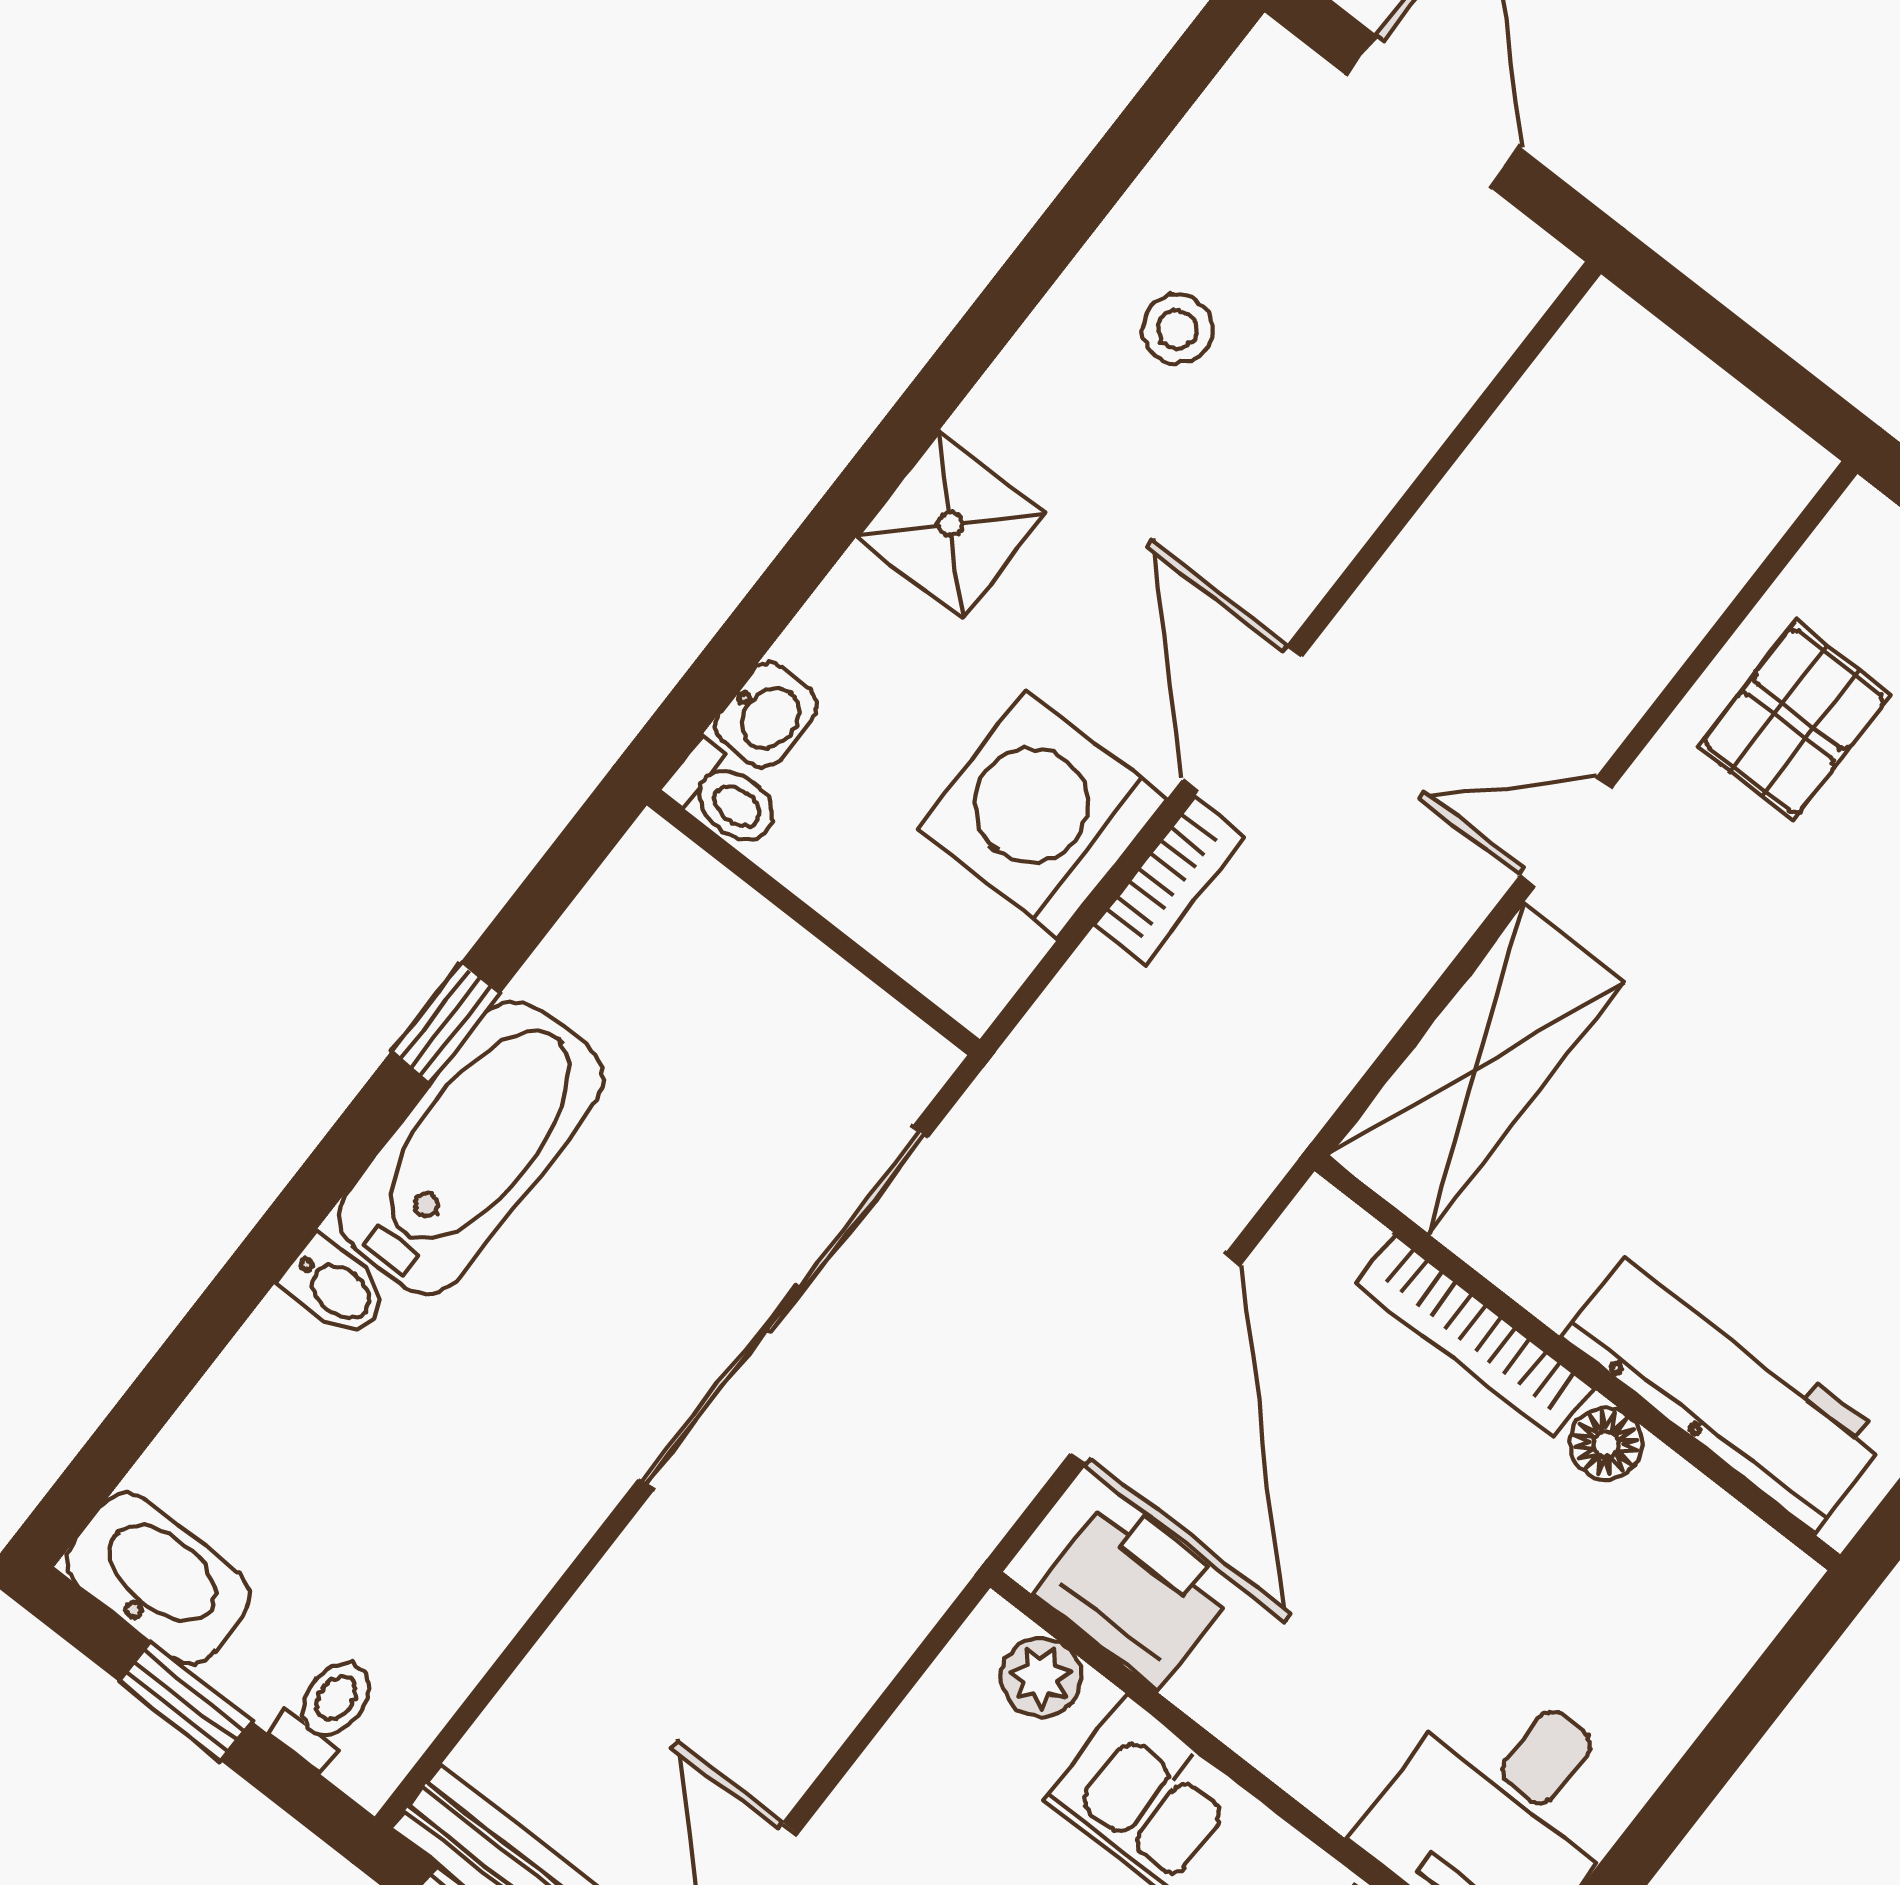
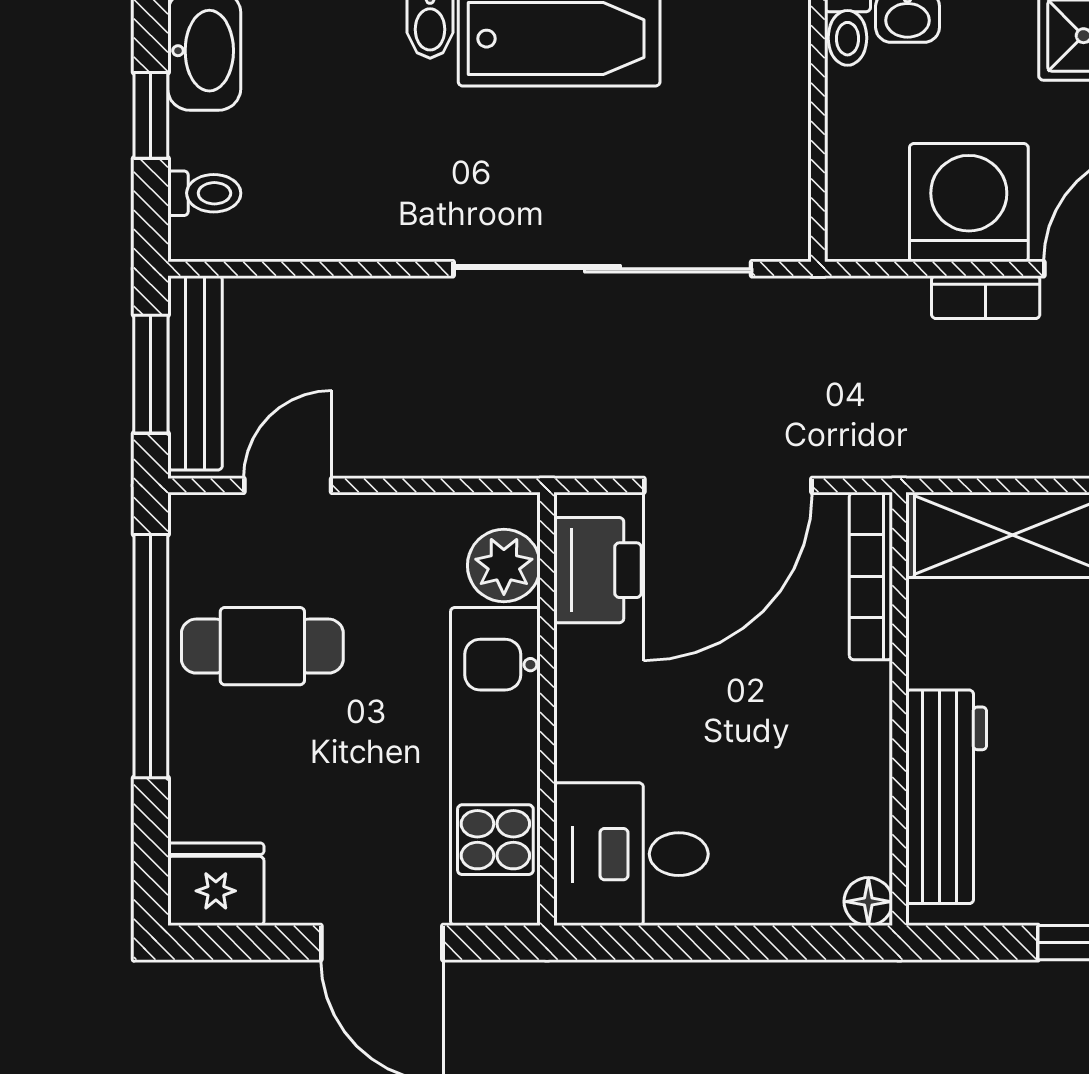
bookcase: (1474, 1336) -> (871, 576), moved
floor lamp: (1606, 1444) -> (868, 902), moved
plant: (1041, 1678) -> (504, 566), width x1.38, depth x1.38

